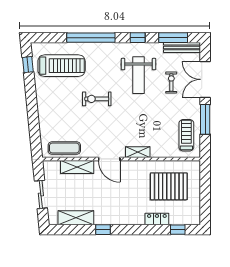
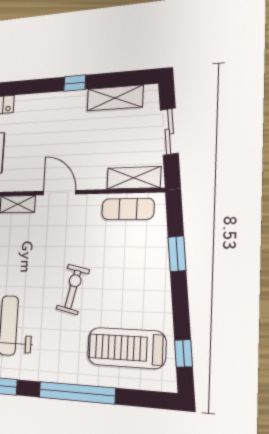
exercise bike: (97, 99) -> (73, 289), turned -77
window: (34, 121) -> (177, 254), added
shelving: (77, 167) -> (134, 178), moved

